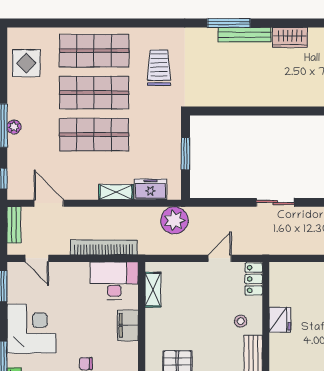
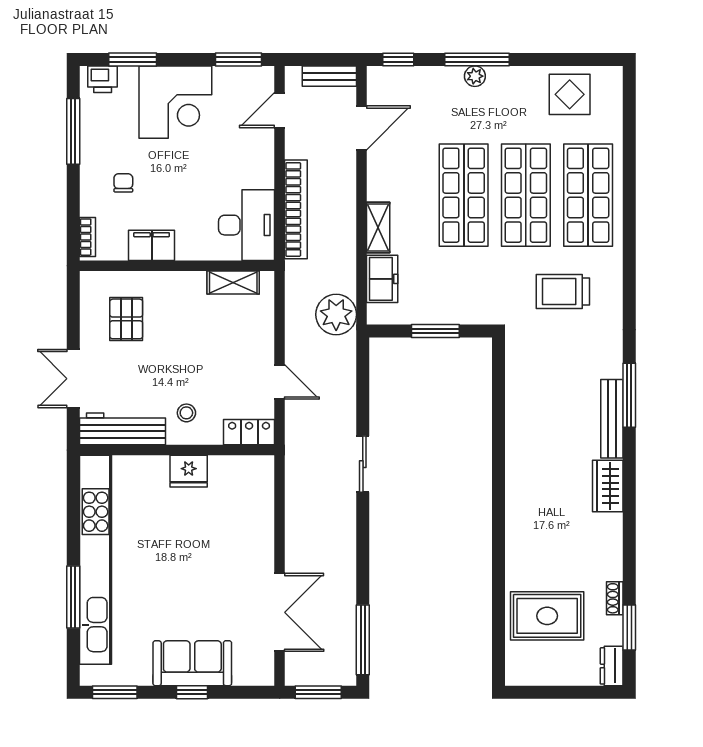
trolley: (159, 68) -> (563, 291), turned 180
filing cabinet: (128, 325) -> (152, 245), moved

